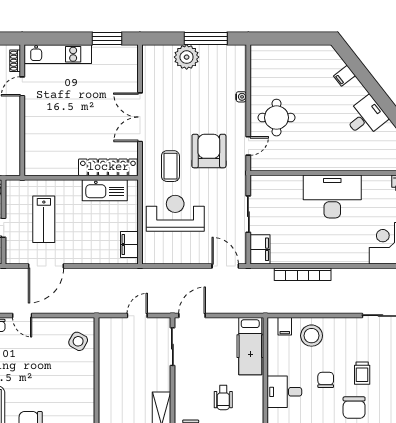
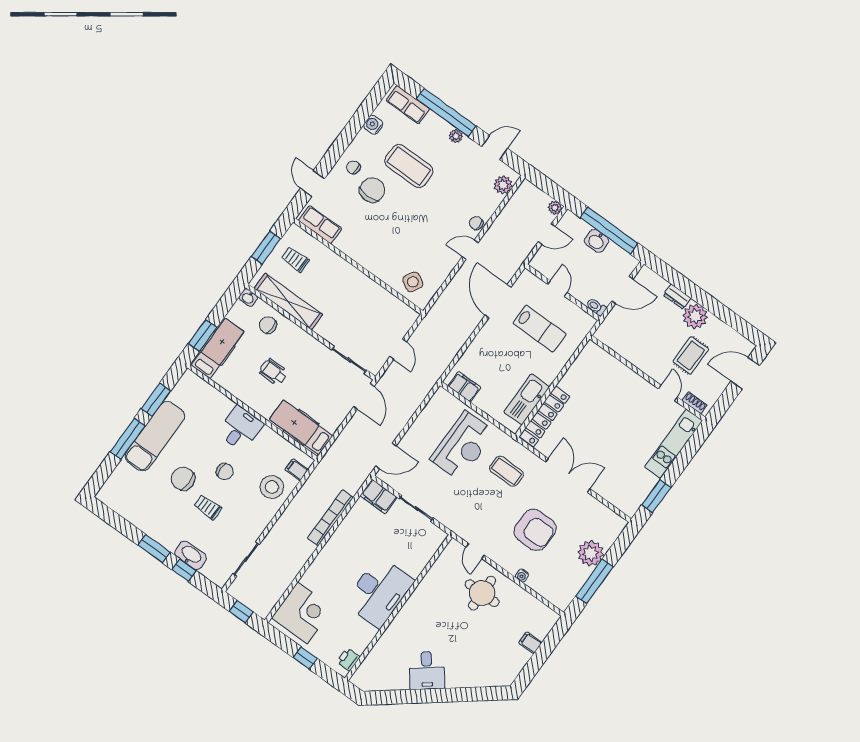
filing cabinet: (344, 76) -> (530, 643), moved, turned -52
armchair: (209, 151) -> (535, 530), moved
lab bench: (44, 219) -> (540, 329), turned 180

